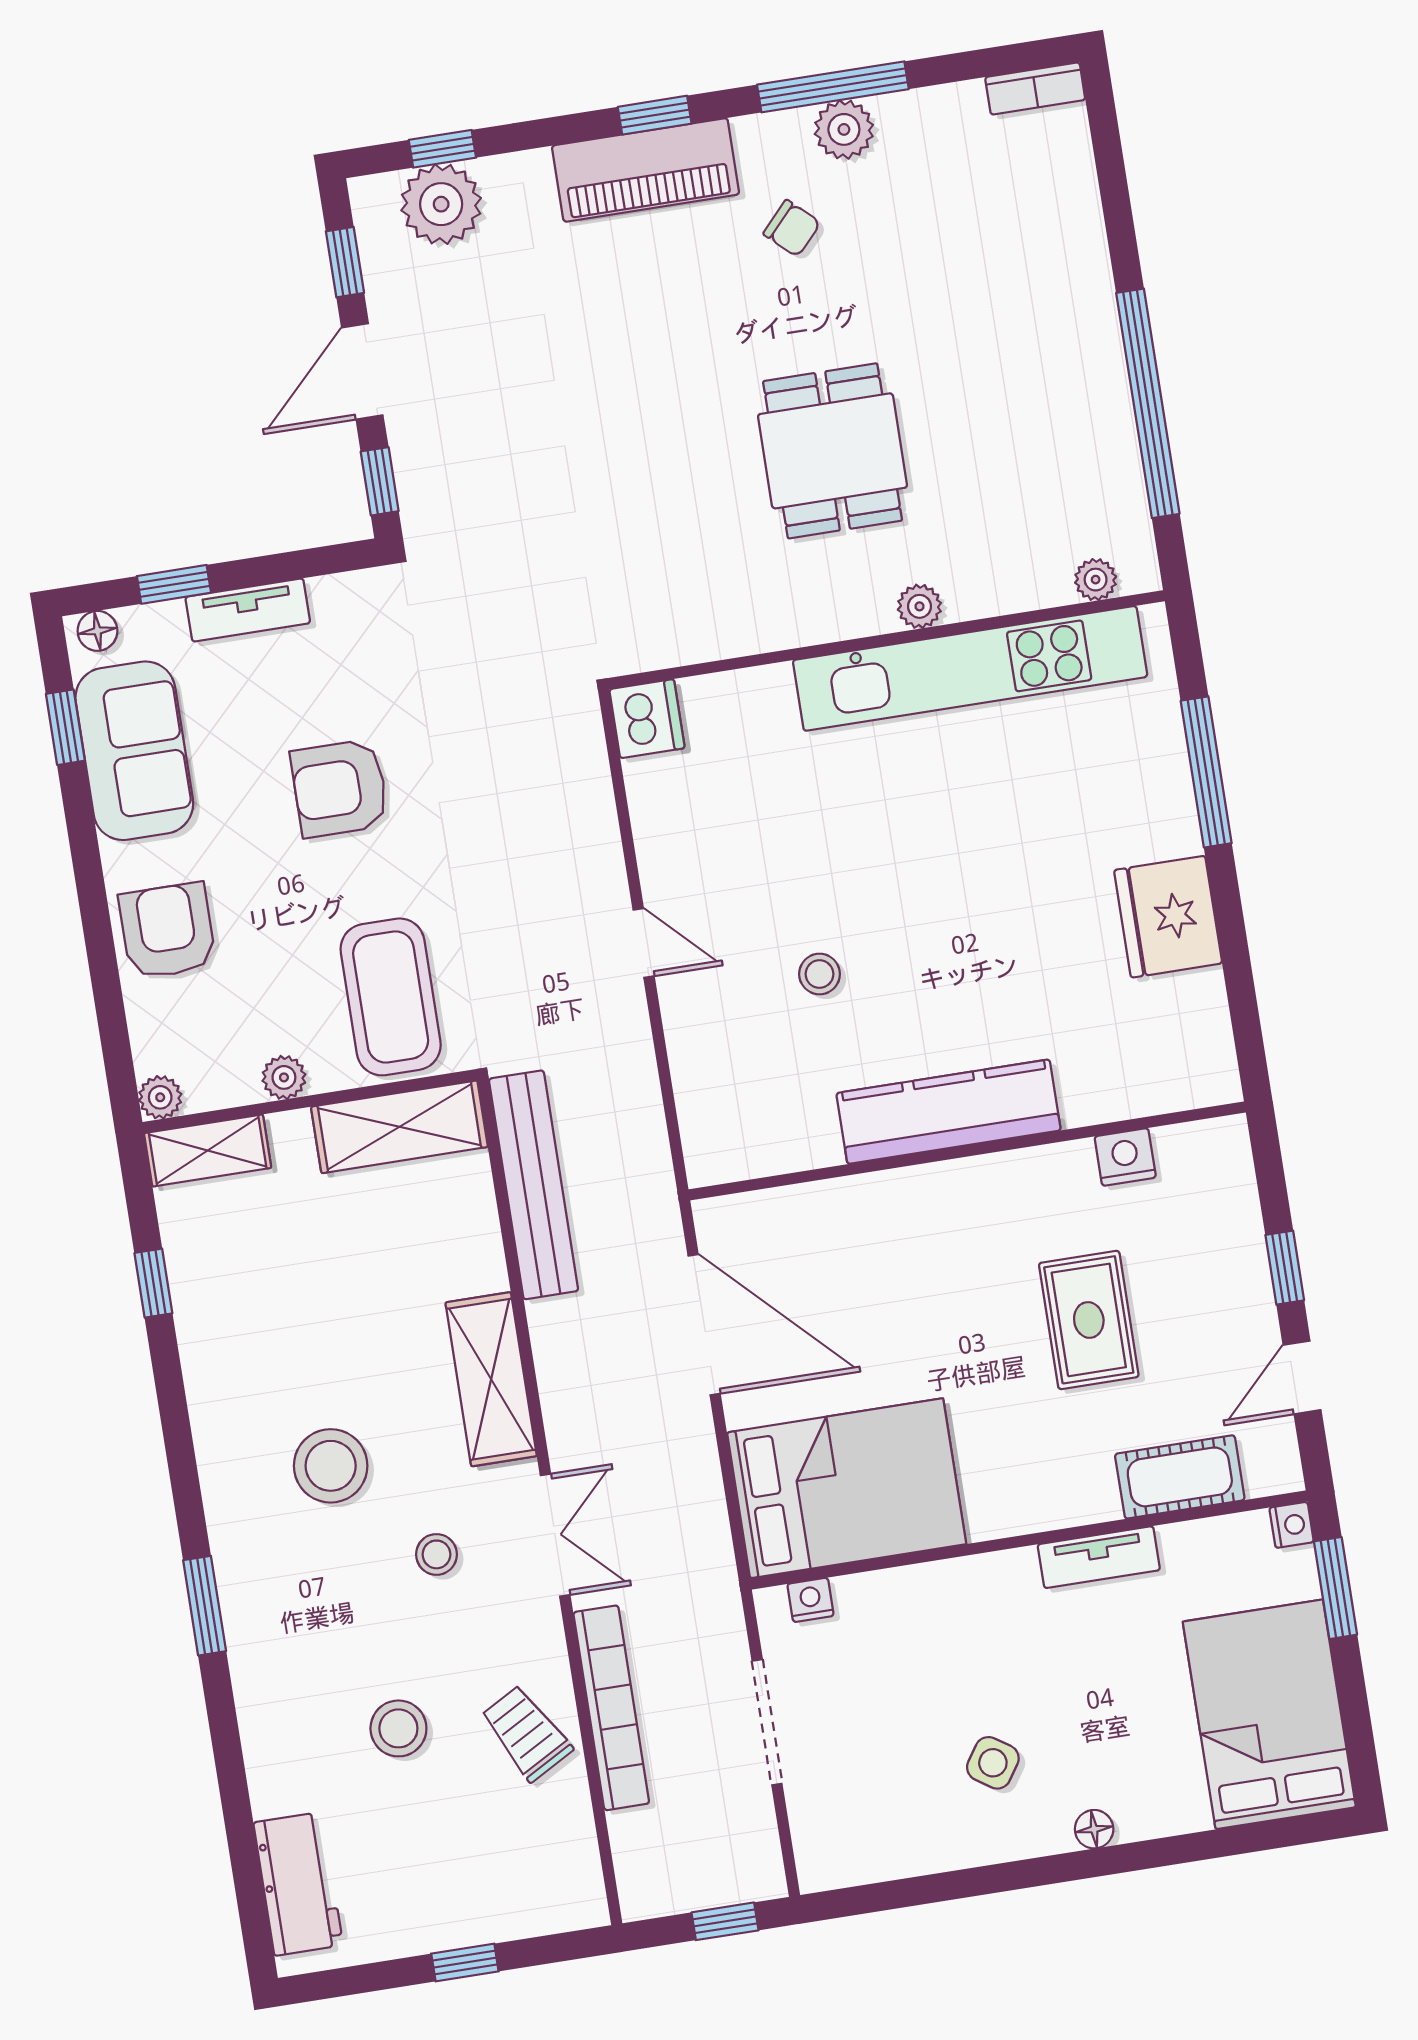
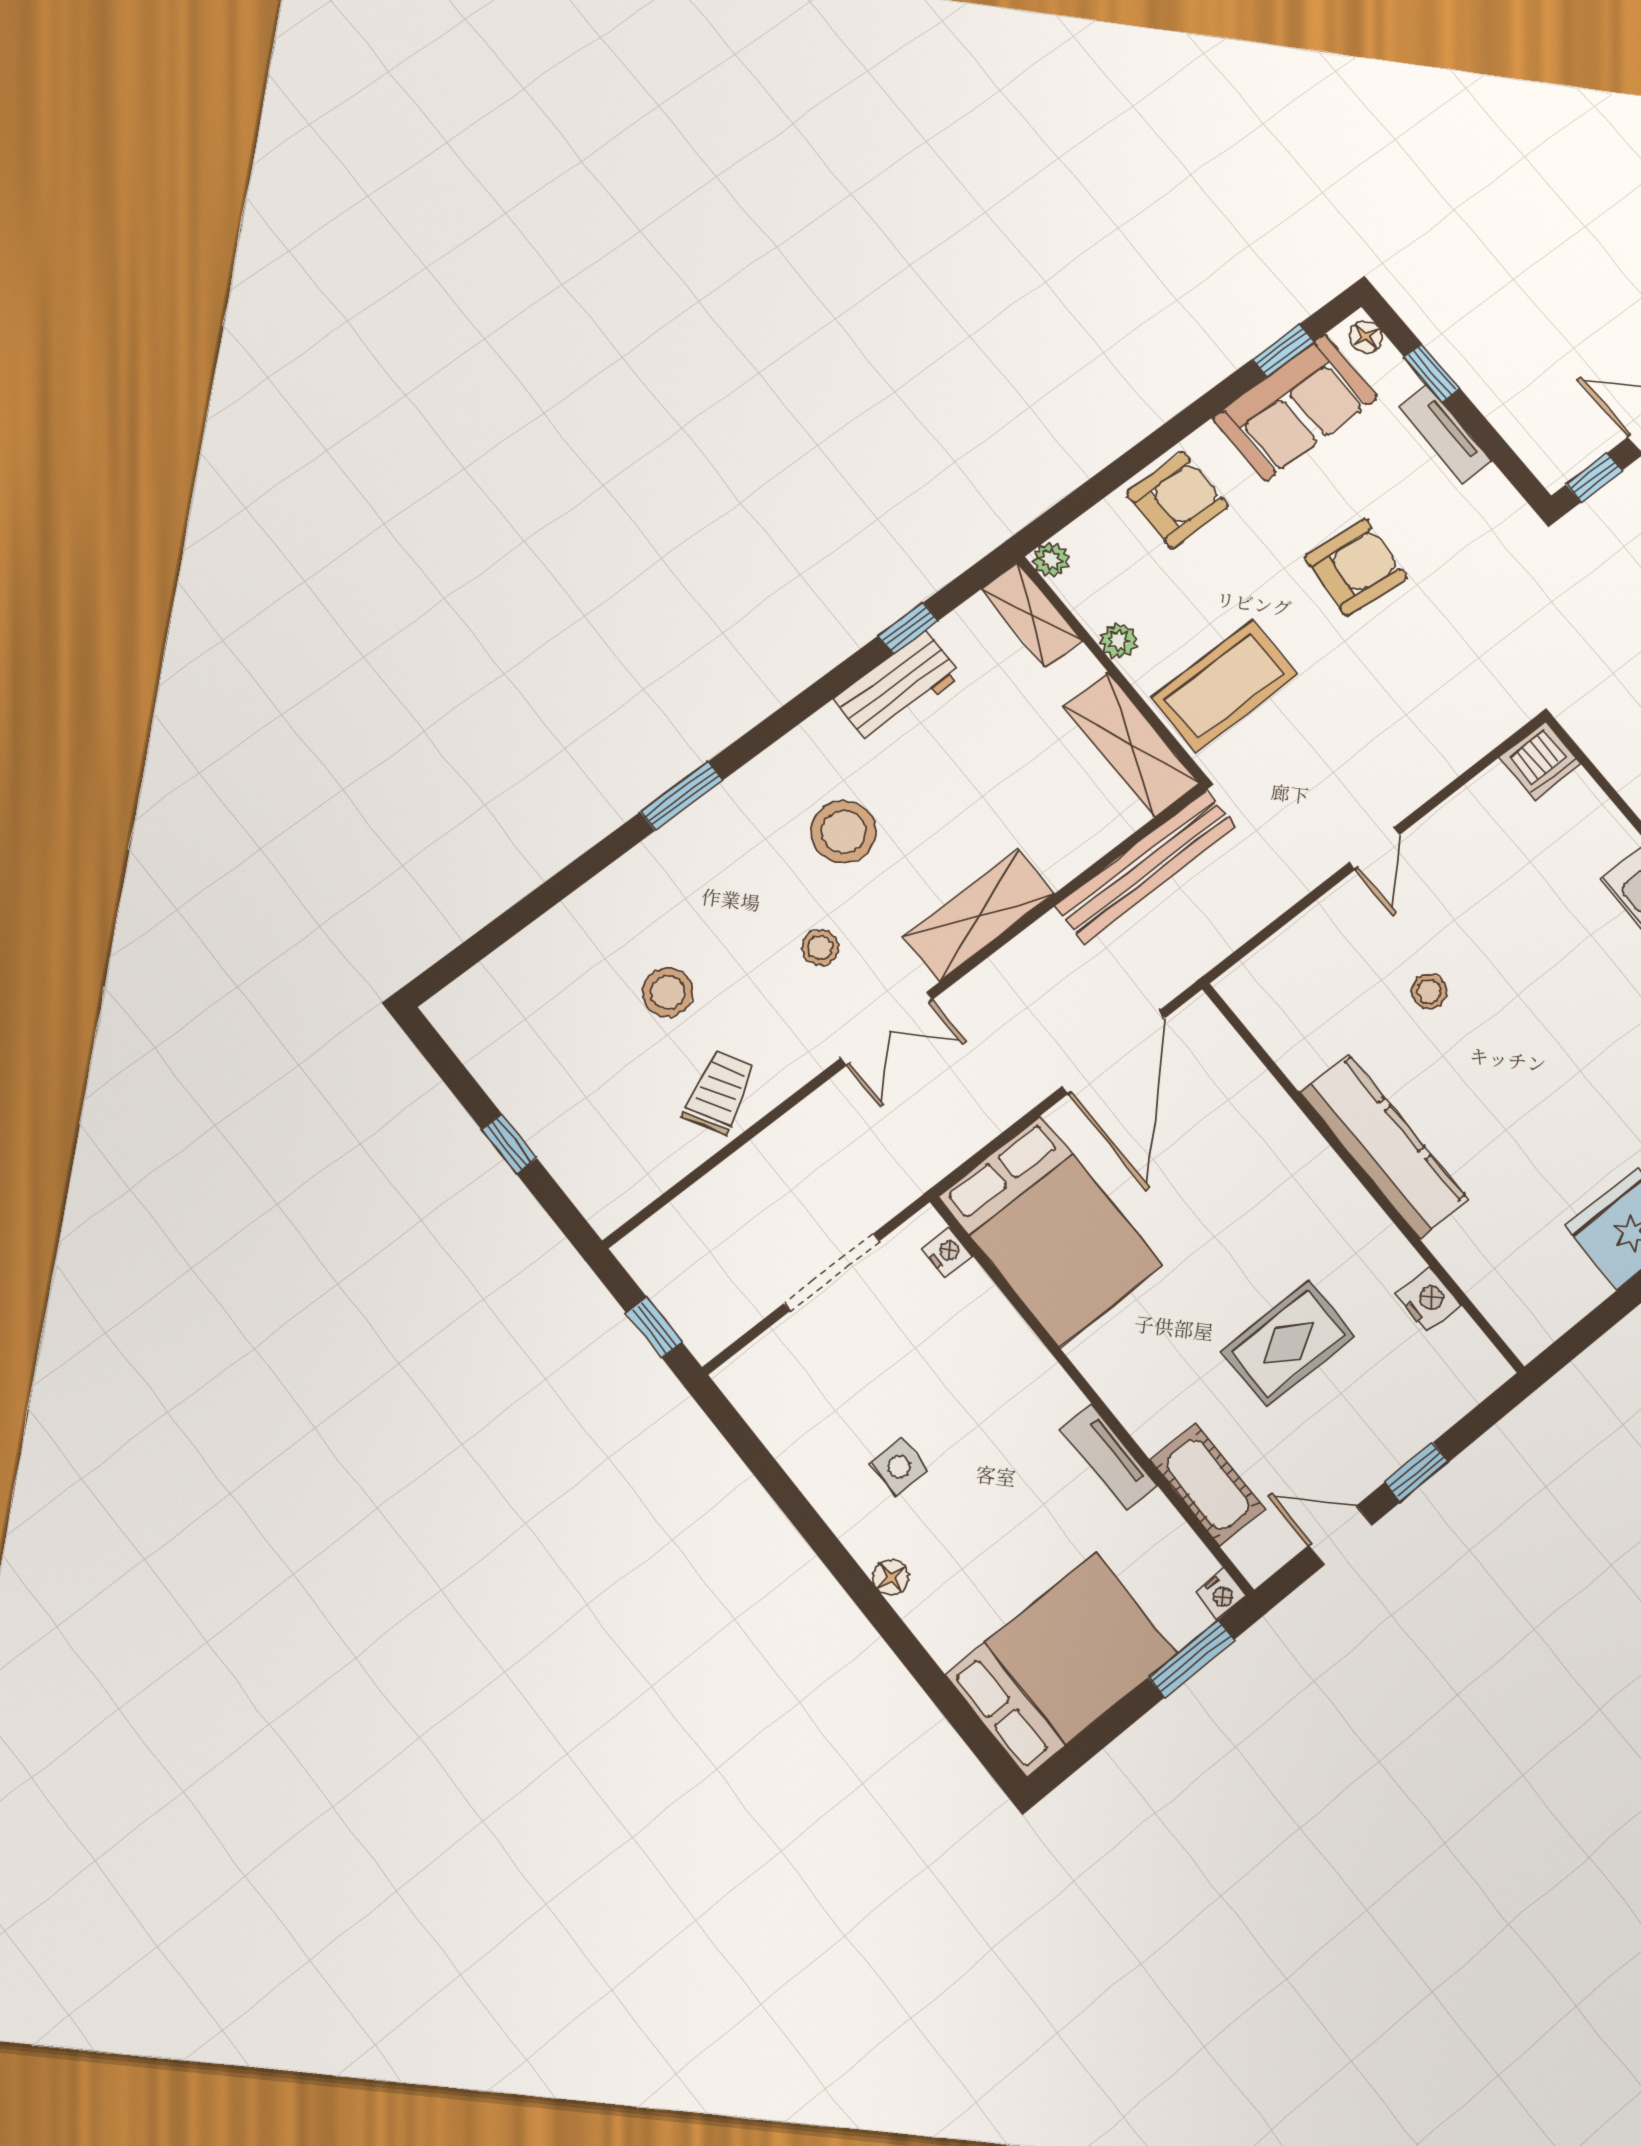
armchair: (340, 788) -> (1356, 567), turned 95
bookcase: (611, 1708) -> (775, 1146), removed
side table: (993, 1763) -> (899, 1467), turned -34
workbench: (298, 1884) -> (898, 687), moved

